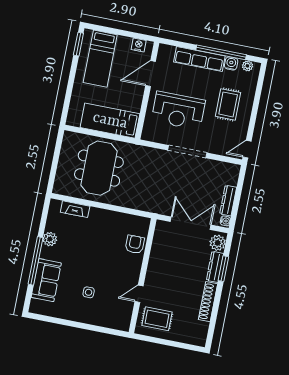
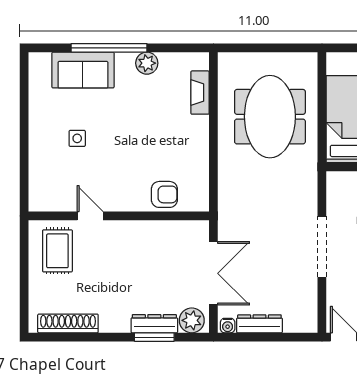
meeting table: (99, 168) -> (270, 117), turned 90
shoe rack: (208, 302) -> (68, 323), moved

